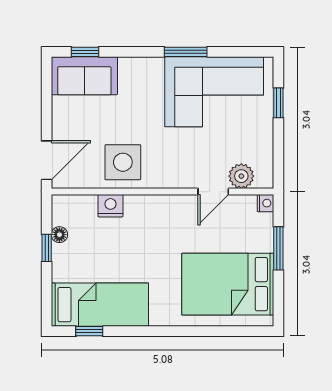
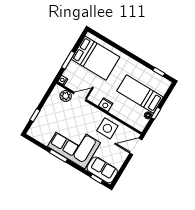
corner sofa: (214, 92) -> (74, 145), moved
nightstand: (110, 206) -> (106, 105), moved
bed: (100, 305) -> (140, 94), moved

